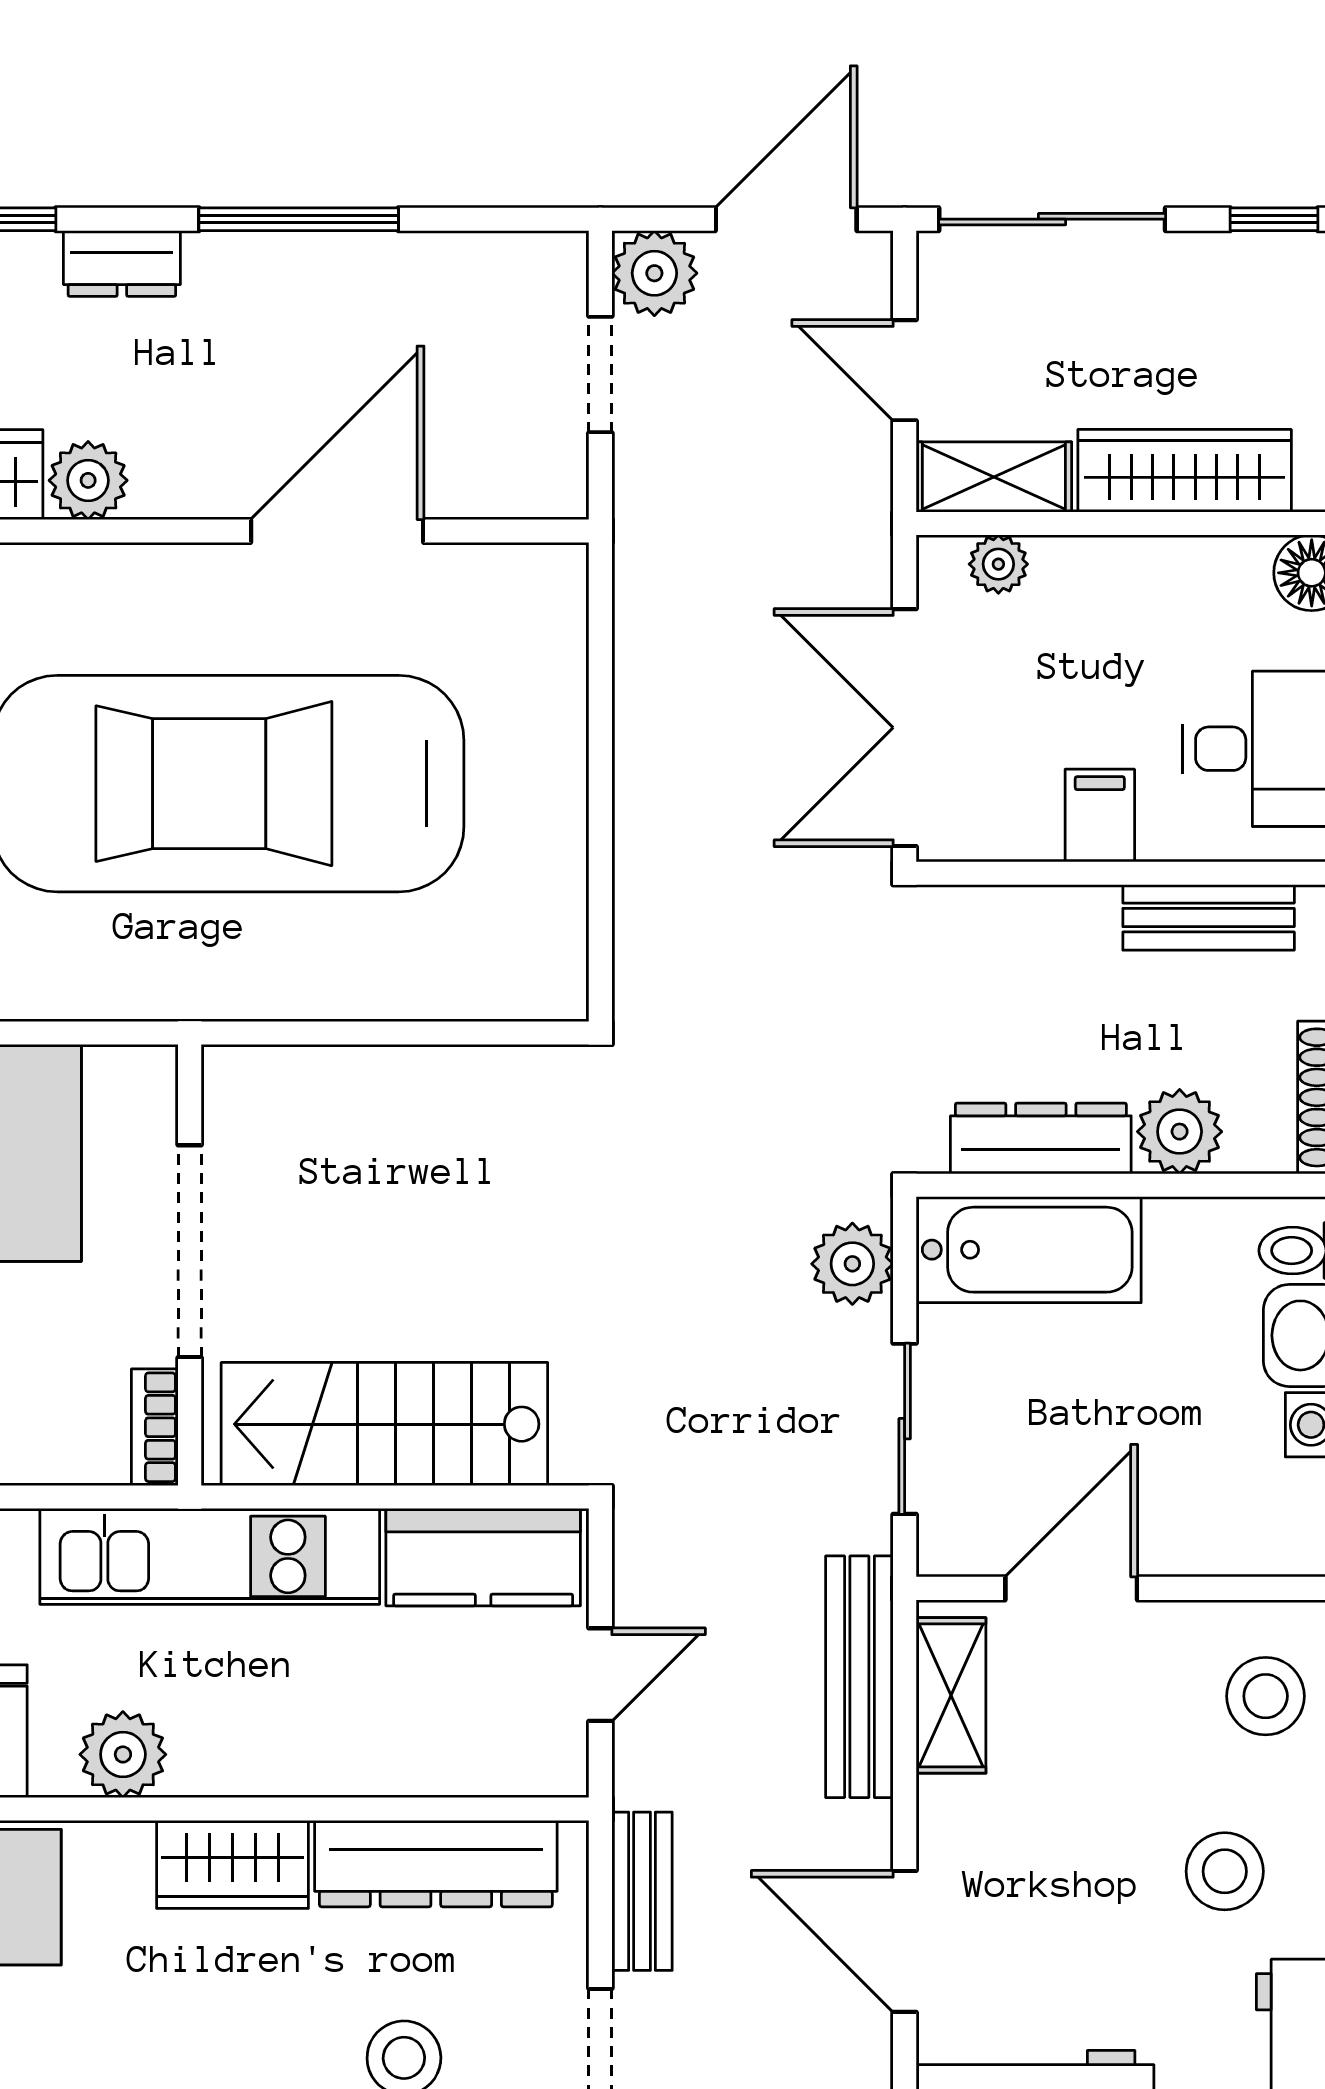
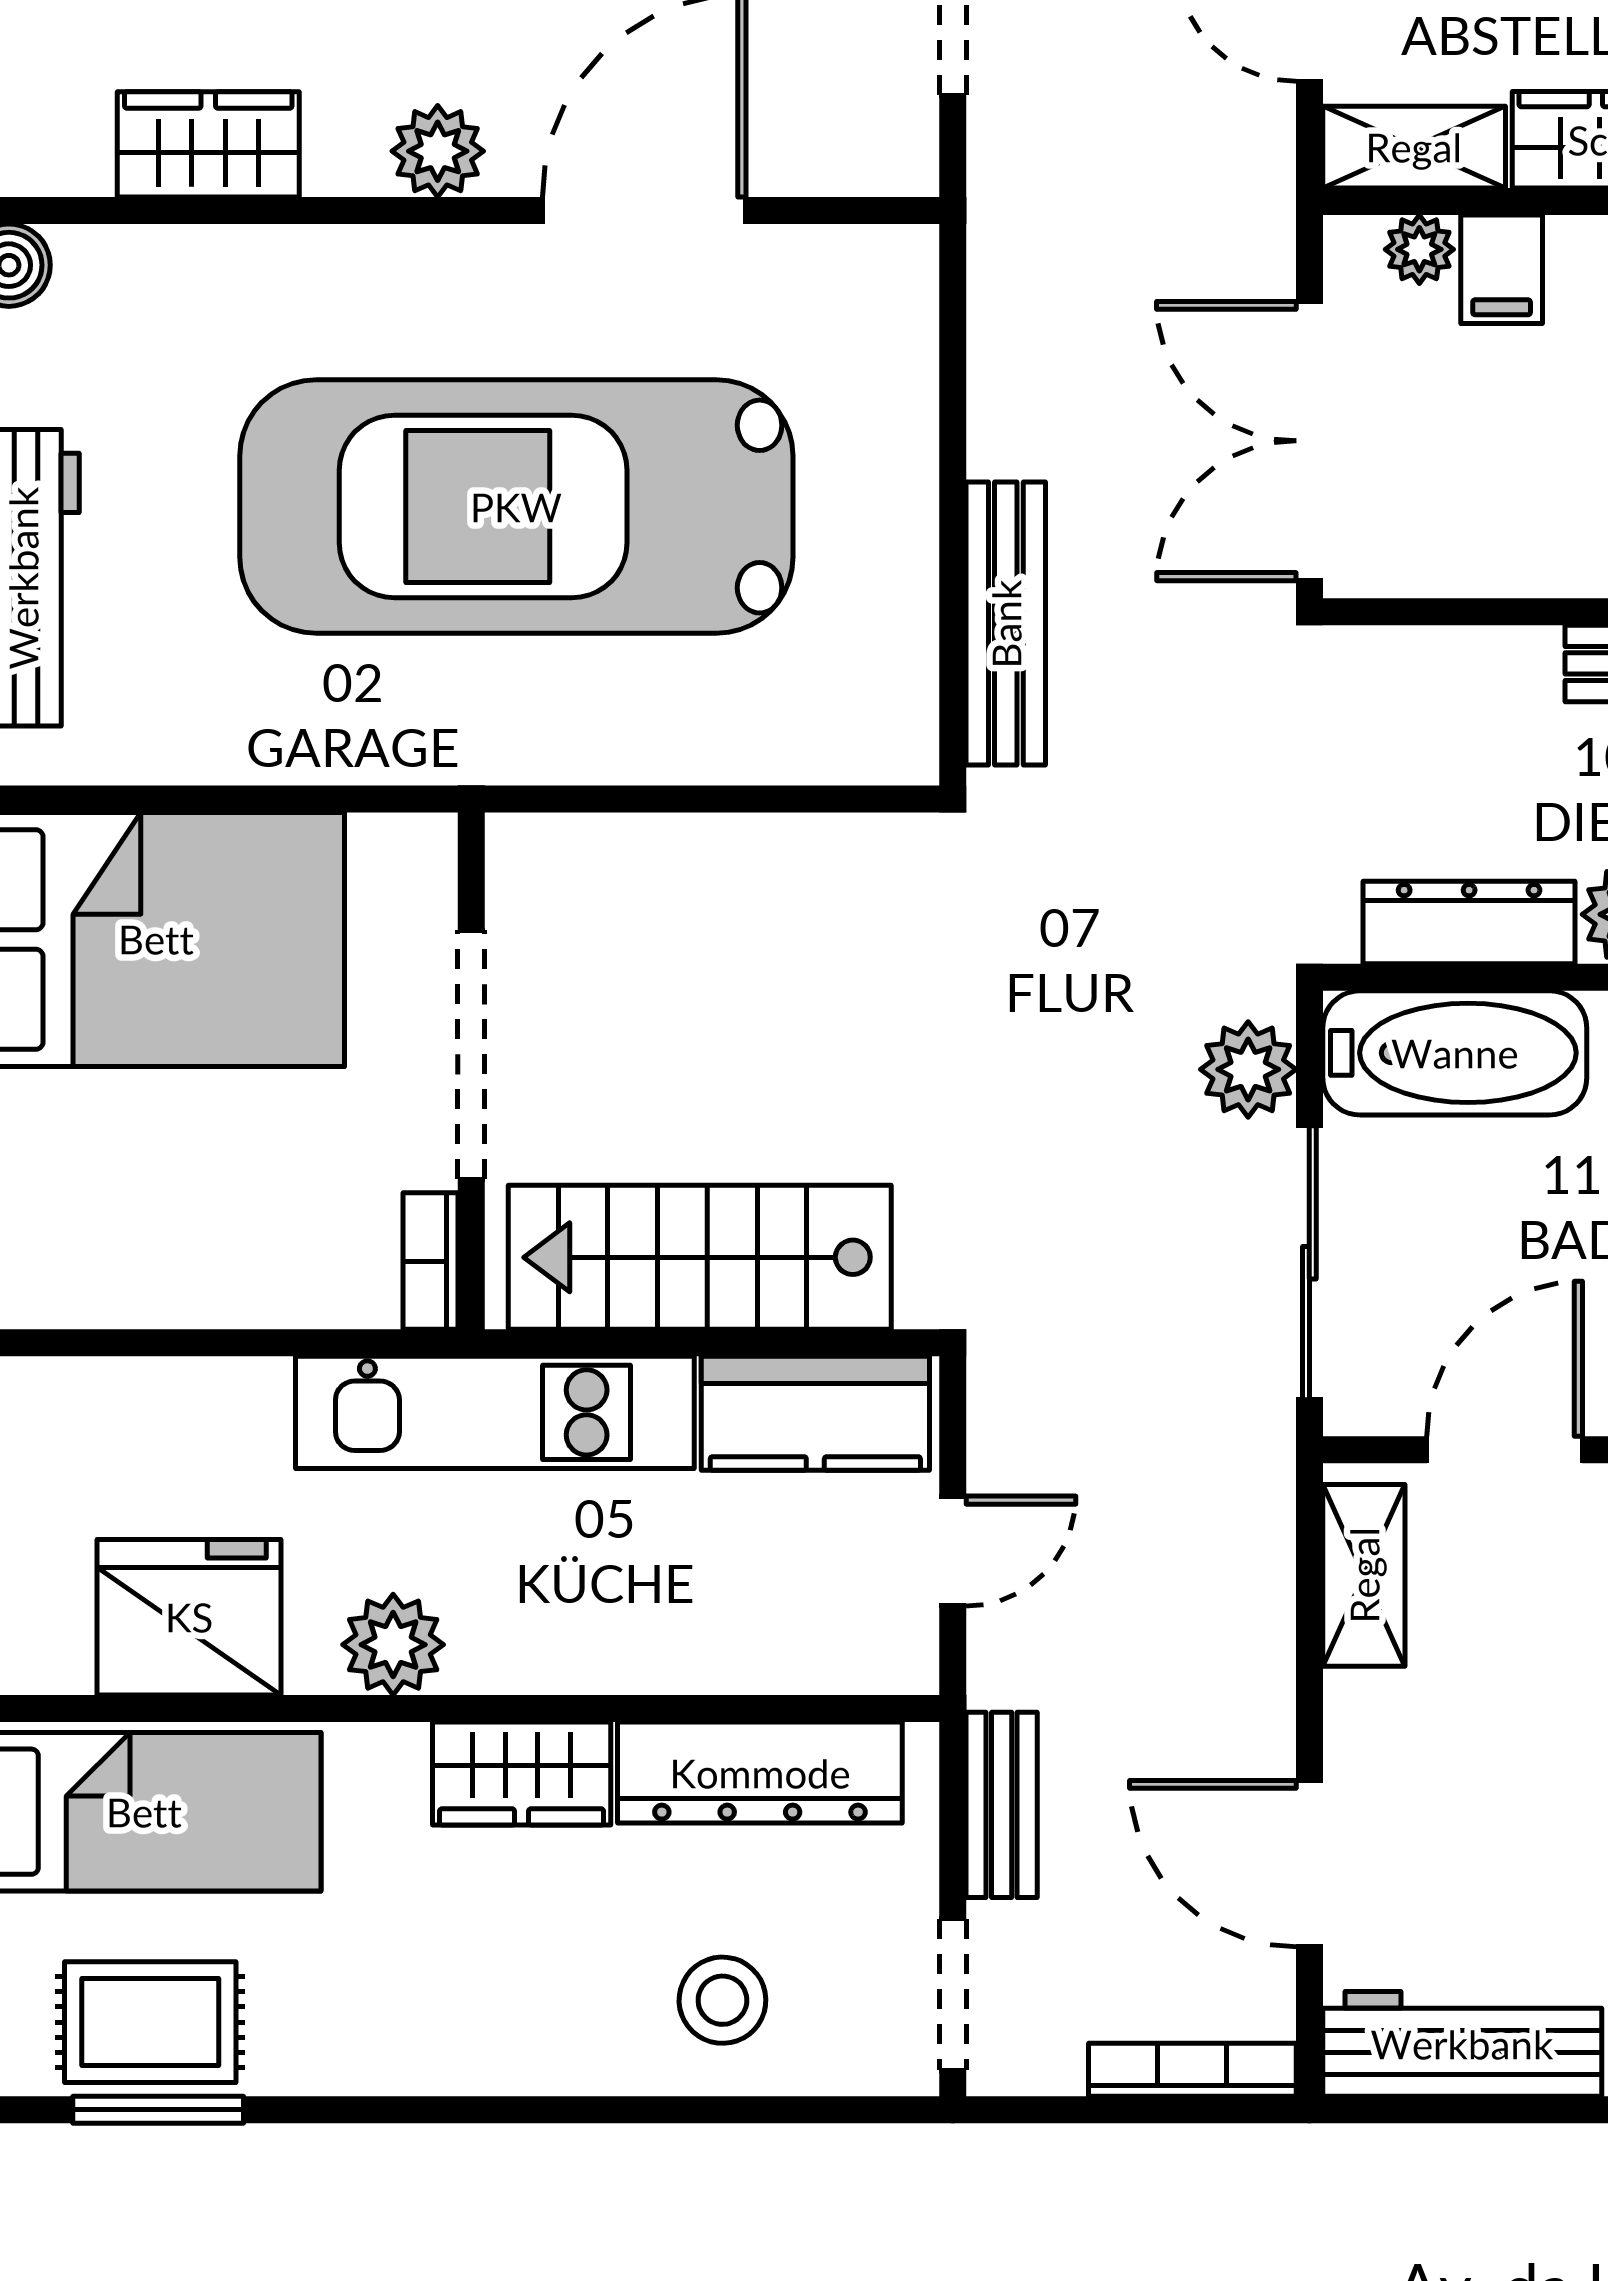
plant: (88, 480) -> (438, 151), moved
filing cabinet: (1100, 816) -> (1502, 269), moved, turned 180
sliding door: (905, 1429) -> (1309, 1263), width x1.37
bench: (859, 1677) -> (1006, 624), moved

